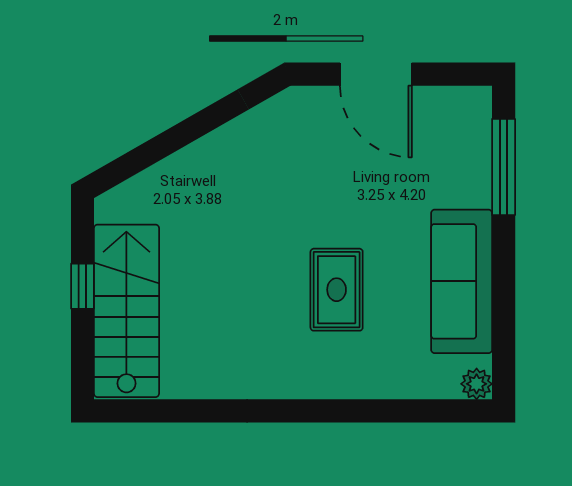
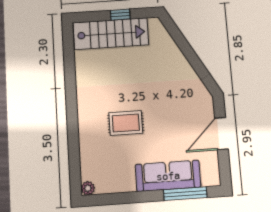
sofa: (462, 281) -> (168, 176), moved

